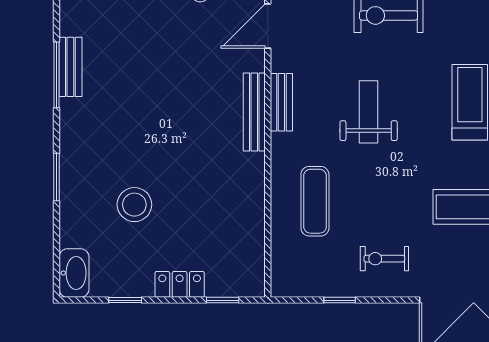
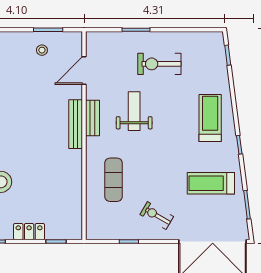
weight bench: (369, 112) -> (134, 111), moved
exercise bike: (384, 259) -> (157, 216), turned 30

